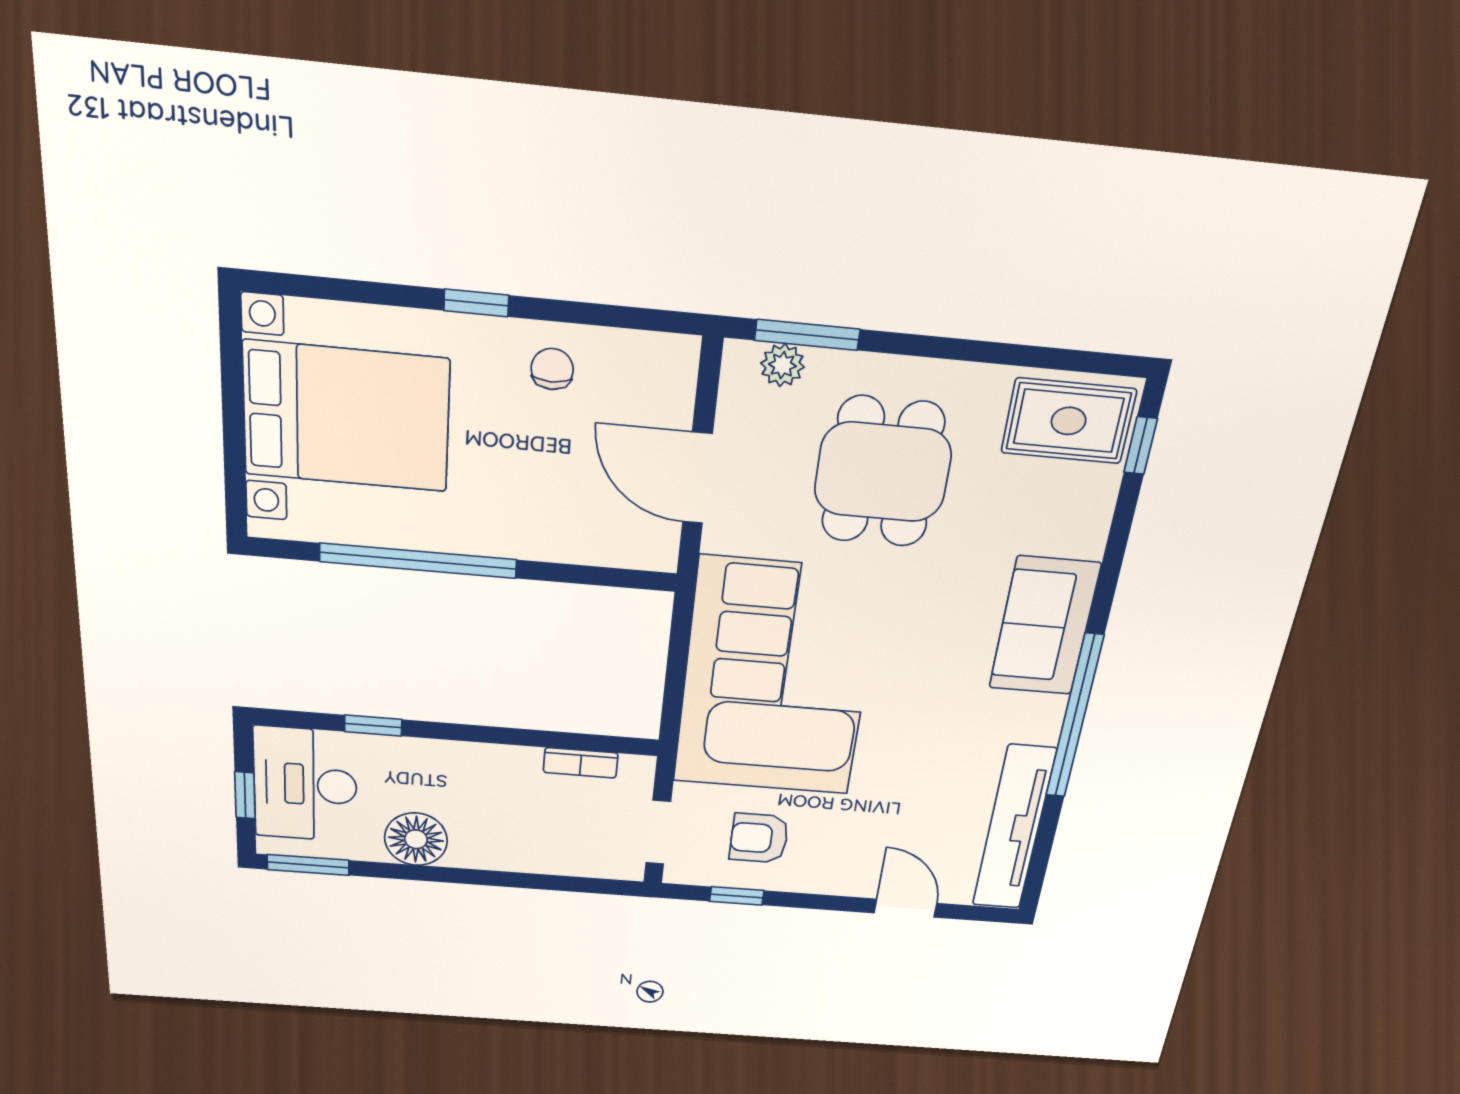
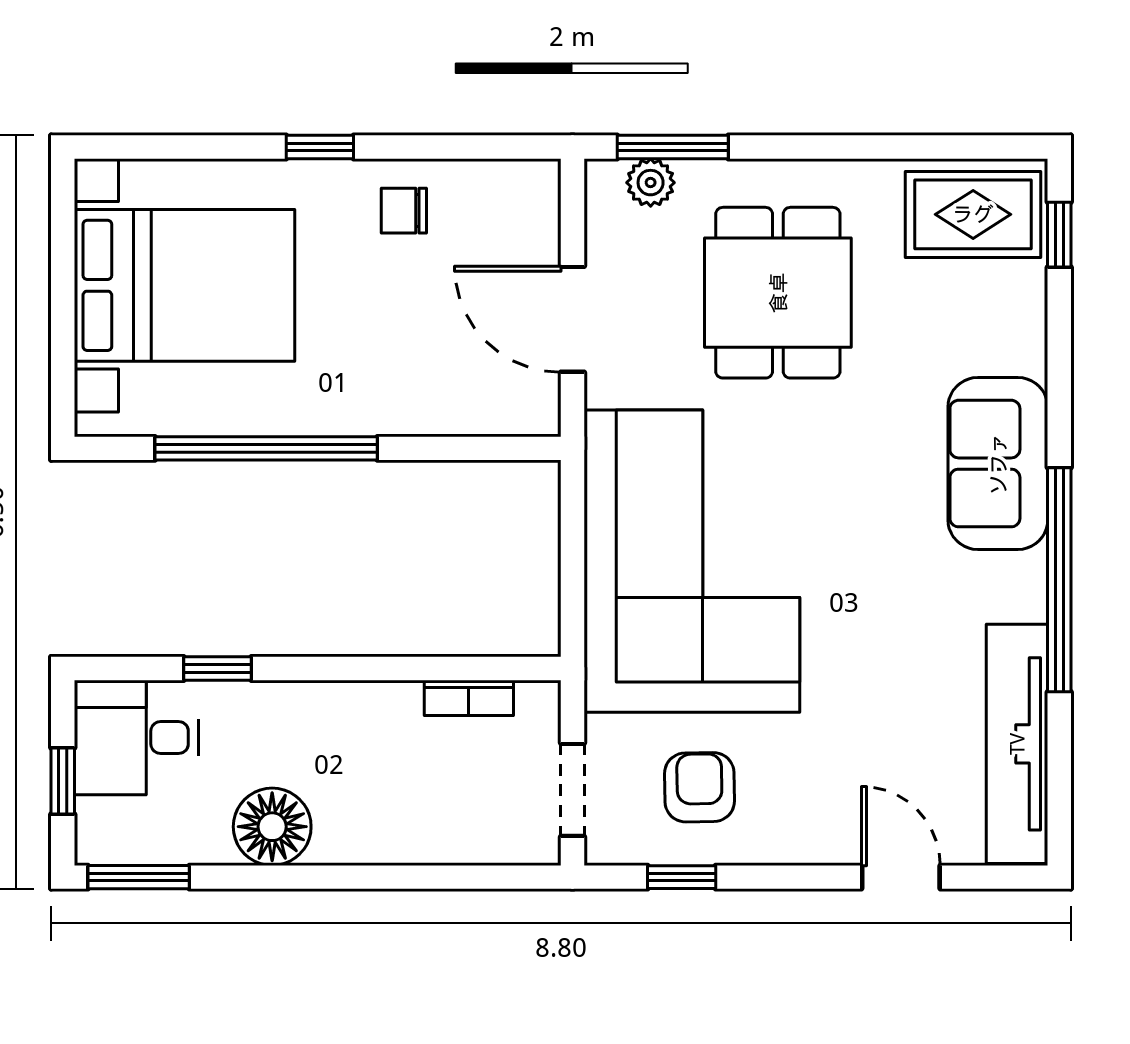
chair: (552, 369) -> (404, 211), turned -90
desk: (305, 785) -> (136, 738), width x0.73
armchair: (759, 838) -> (699, 787), turned 89

